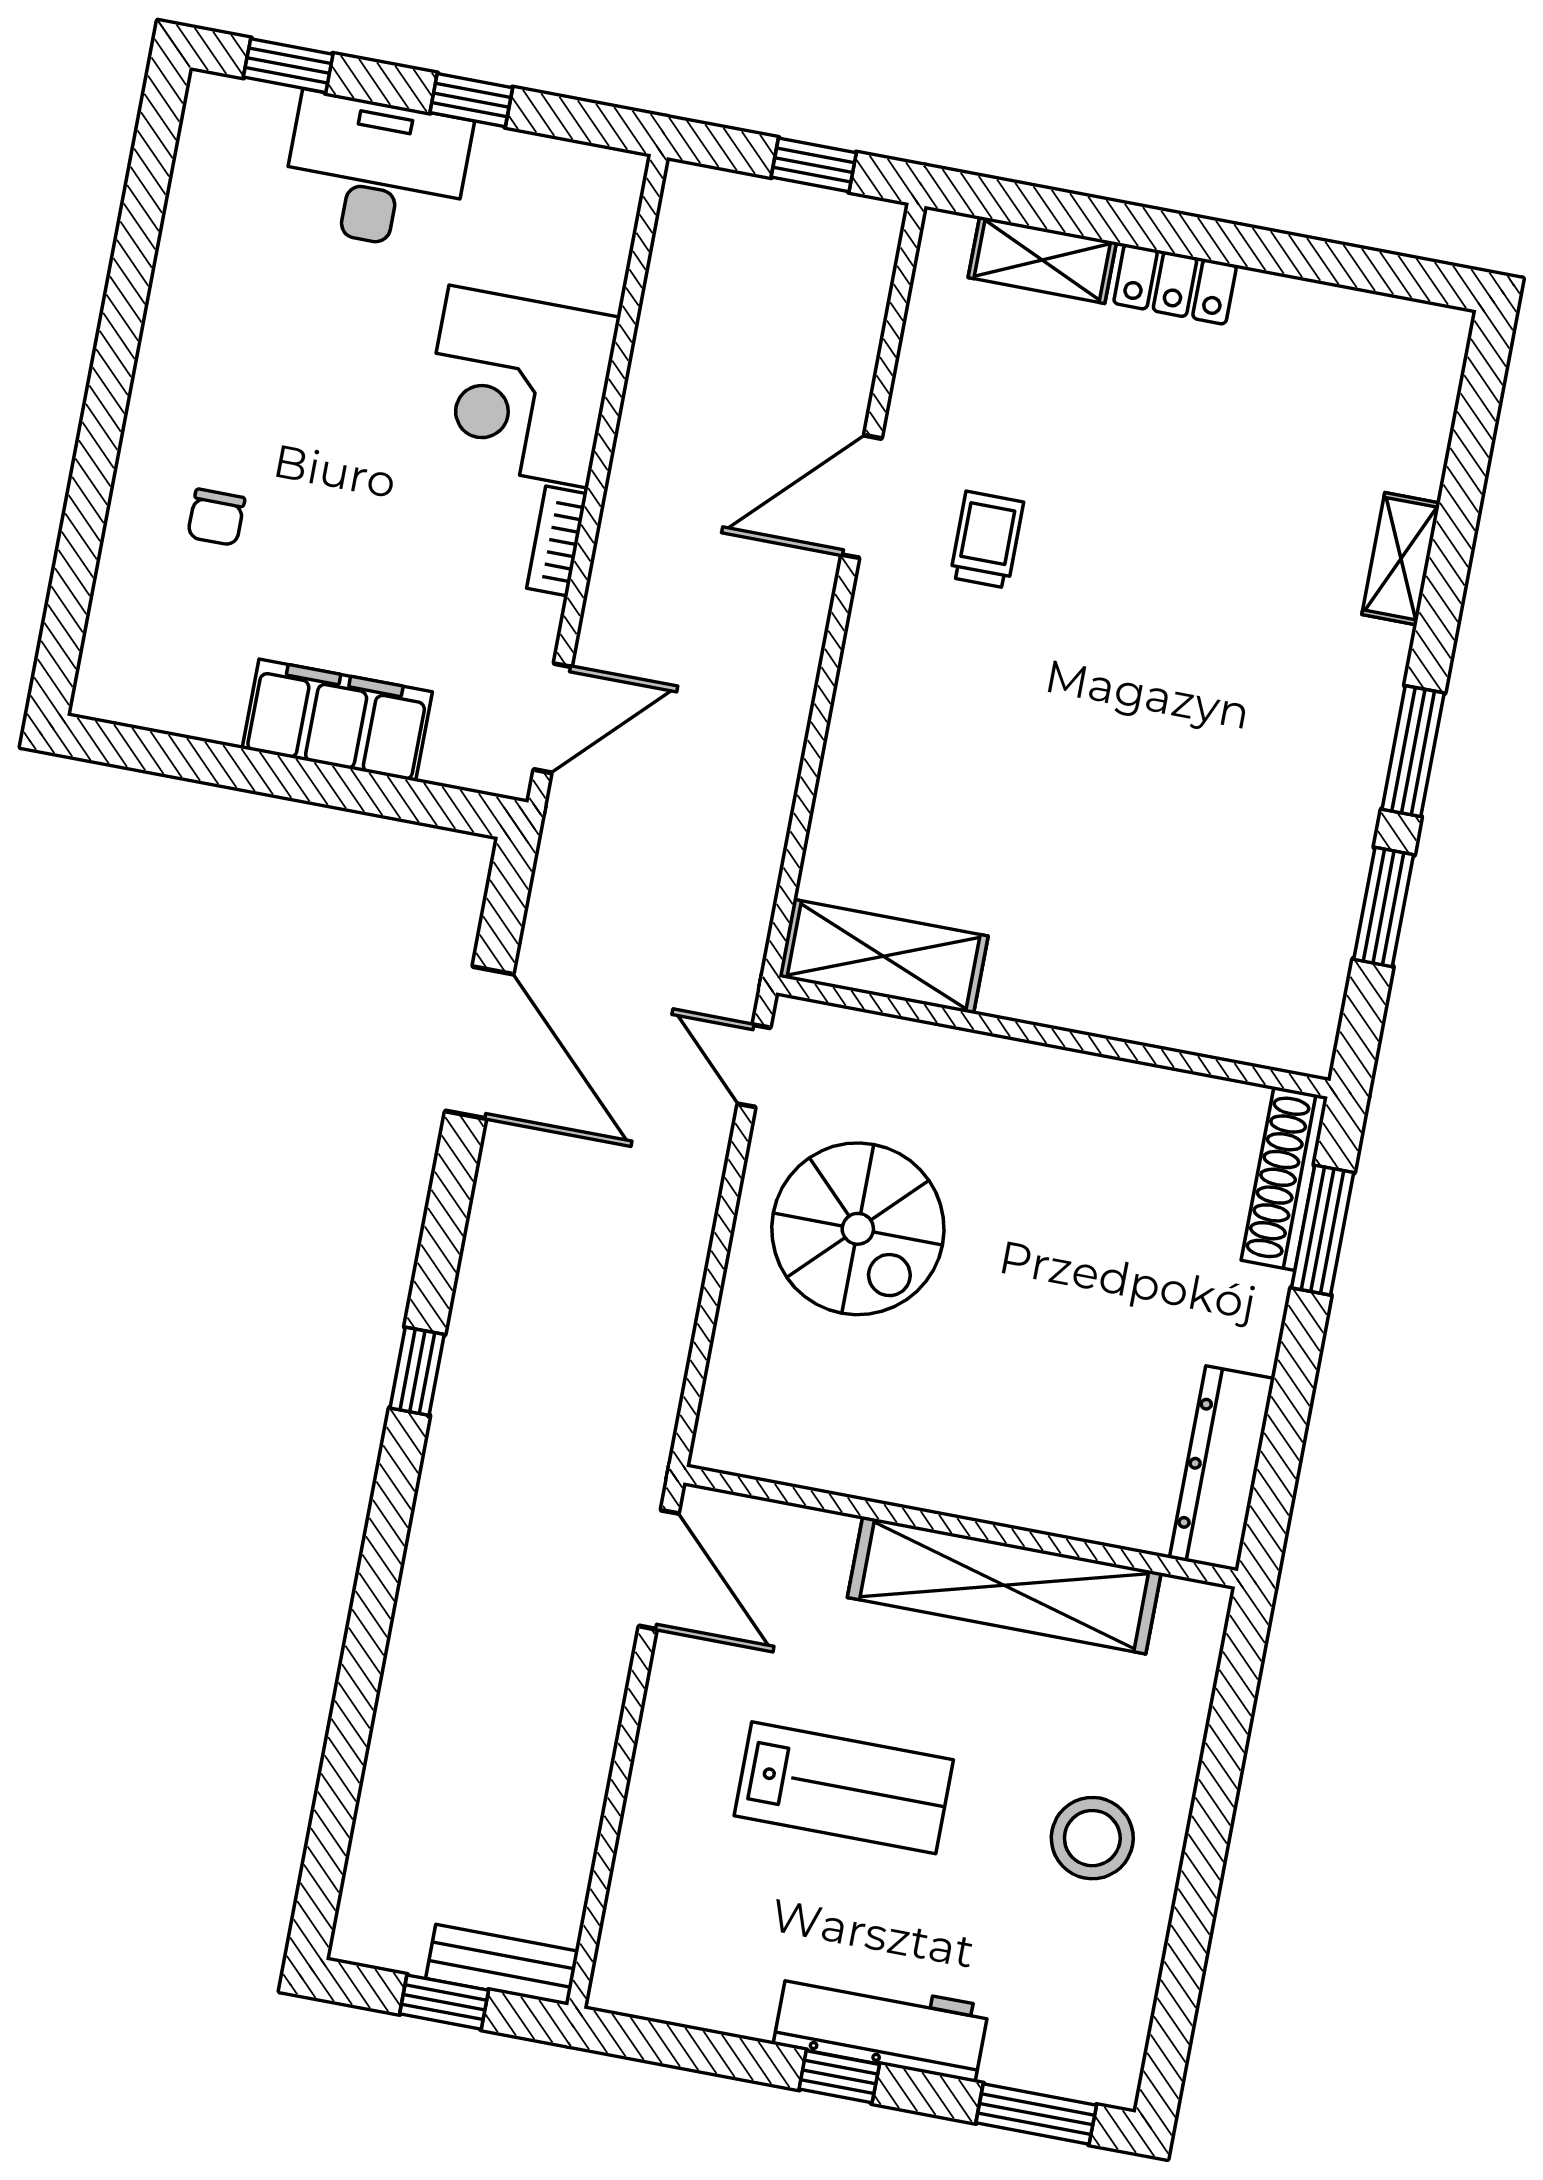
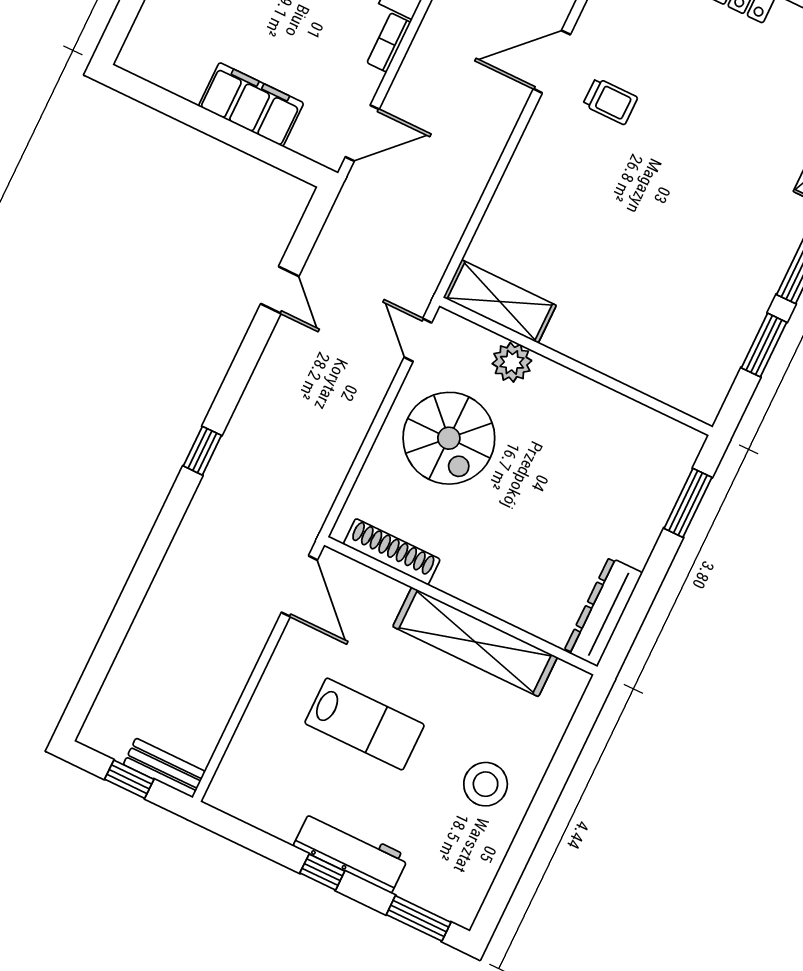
trolley: (987, 540) -> (610, 101), turned 90
door: (479, 1042) -> (280, 290), width x0.53
plant: (935, 1061) -> (512, 362), added
shoe rack: (1284, 1179) -> (392, 552), moved, turned 90

